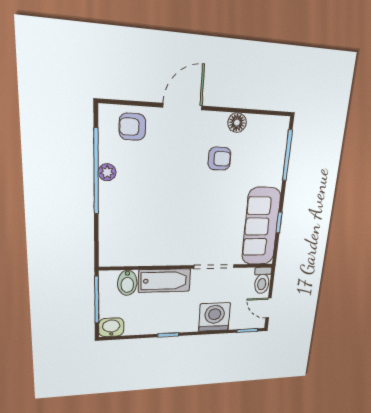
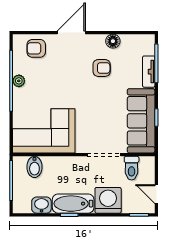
tv unit: (277, 166) -> (149, 72), added
corner sofa: (140, 239) -> (44, 131), added
toilet: (262, 280) -> (132, 168), moved
bathtub: (164, 281) -> (73, 204), moved, turned 180
washbasin: (111, 327) -> (41, 205), moved

